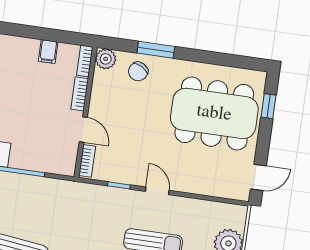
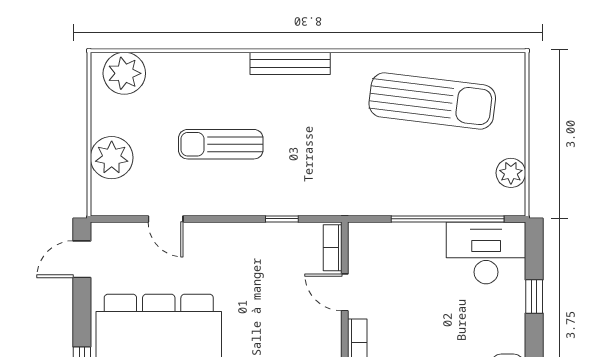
door: (157, 191) -> (166, 219), moved

